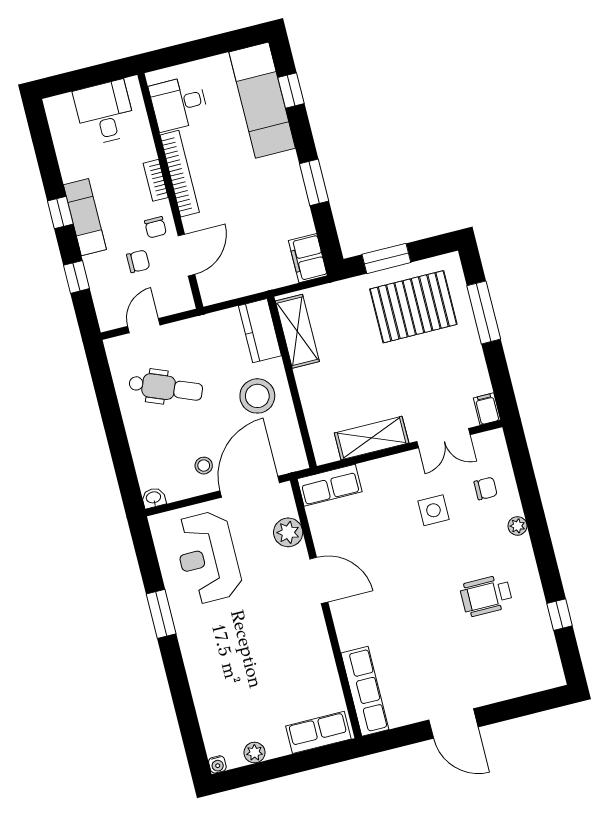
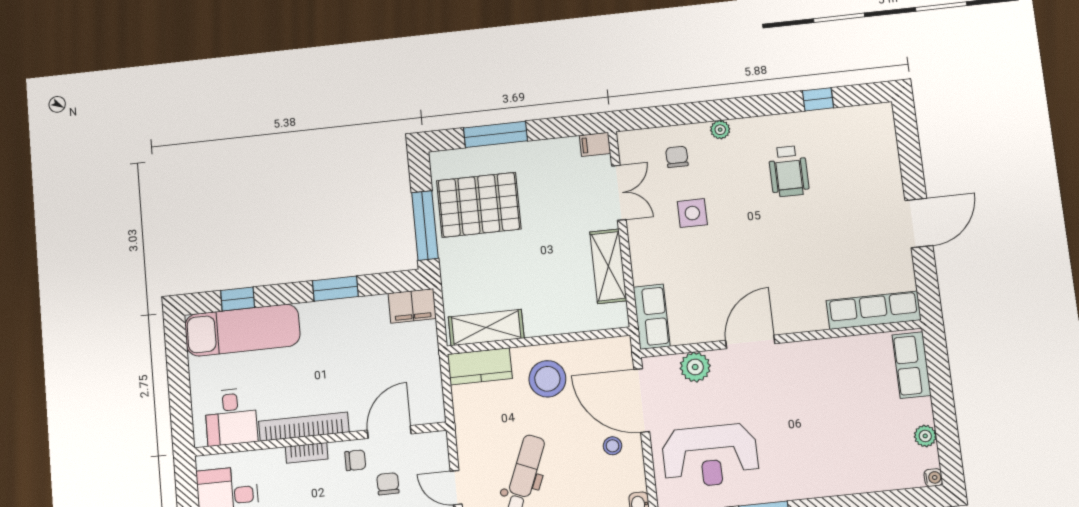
door: (186, 255) -> (389, 432), hinge flipped
window: (386, 258) -> (425, 226), width x1.44
pallet: (413, 307) -> (479, 205), turned 90

